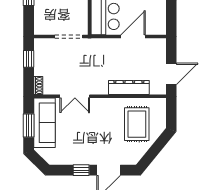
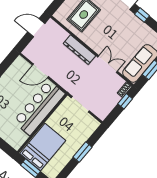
window: (29, 59) -> (125, 101), moved
dresser: (129, 87) -> (79, 50), moved

